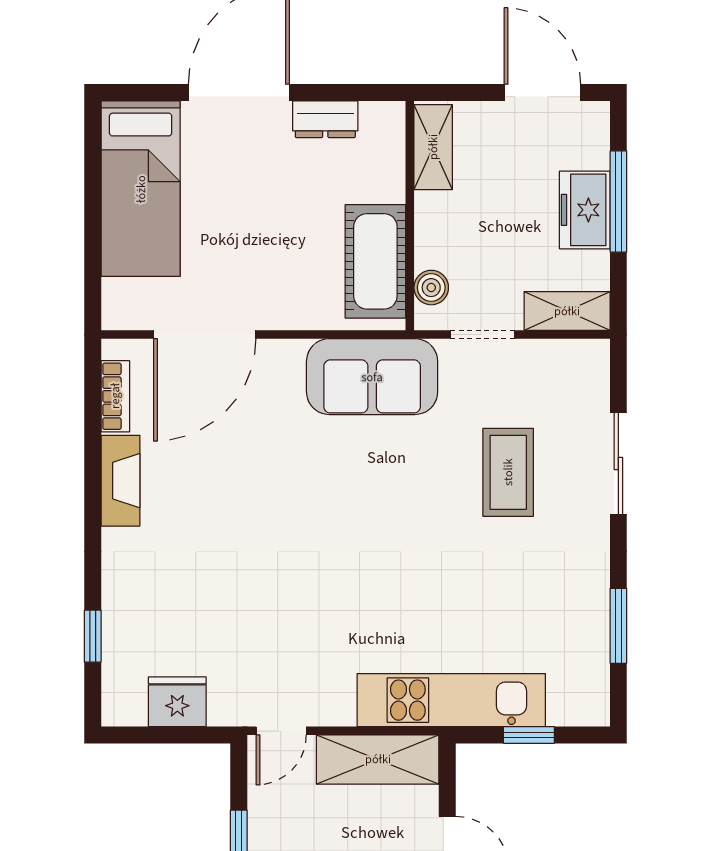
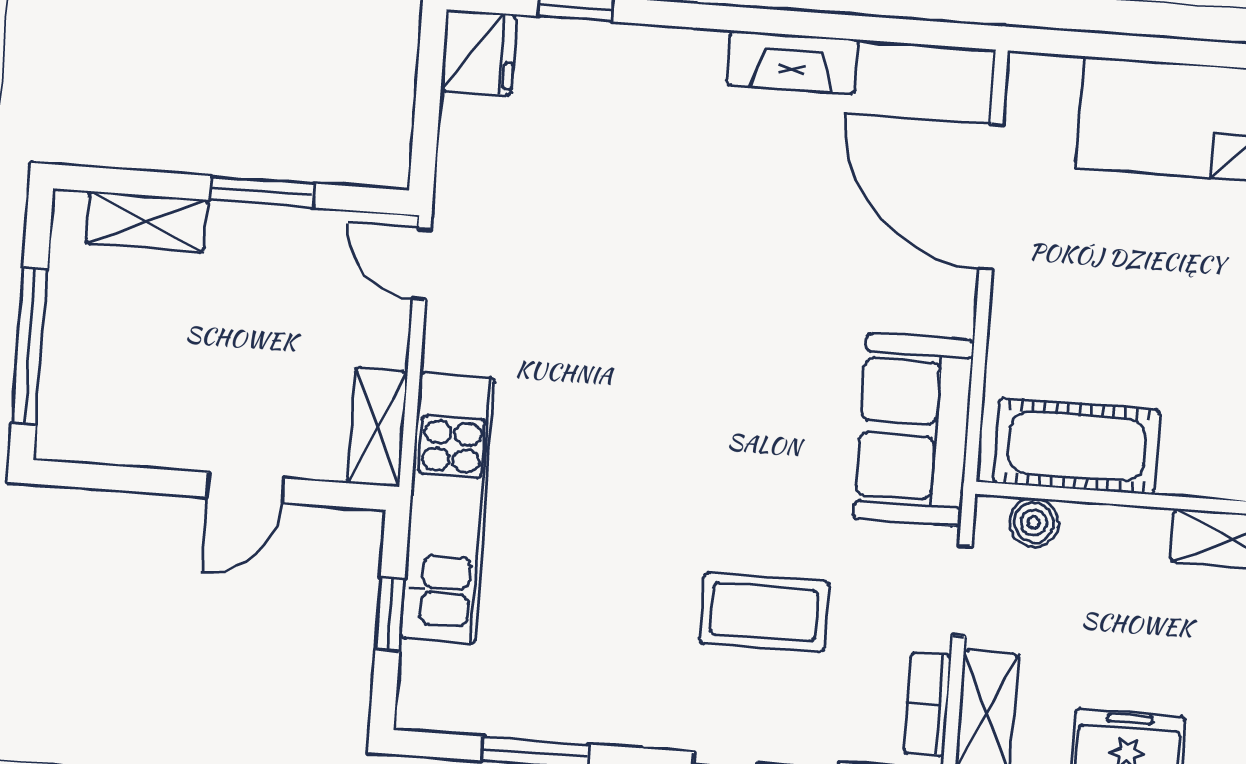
bookcase: (115, 396) -> (927, 704), moved, turned 90
fridge: (177, 702) -> (479, 53), moved
shelving: (378, 759) -> (378, 427), width x0.67, depth x0.75

